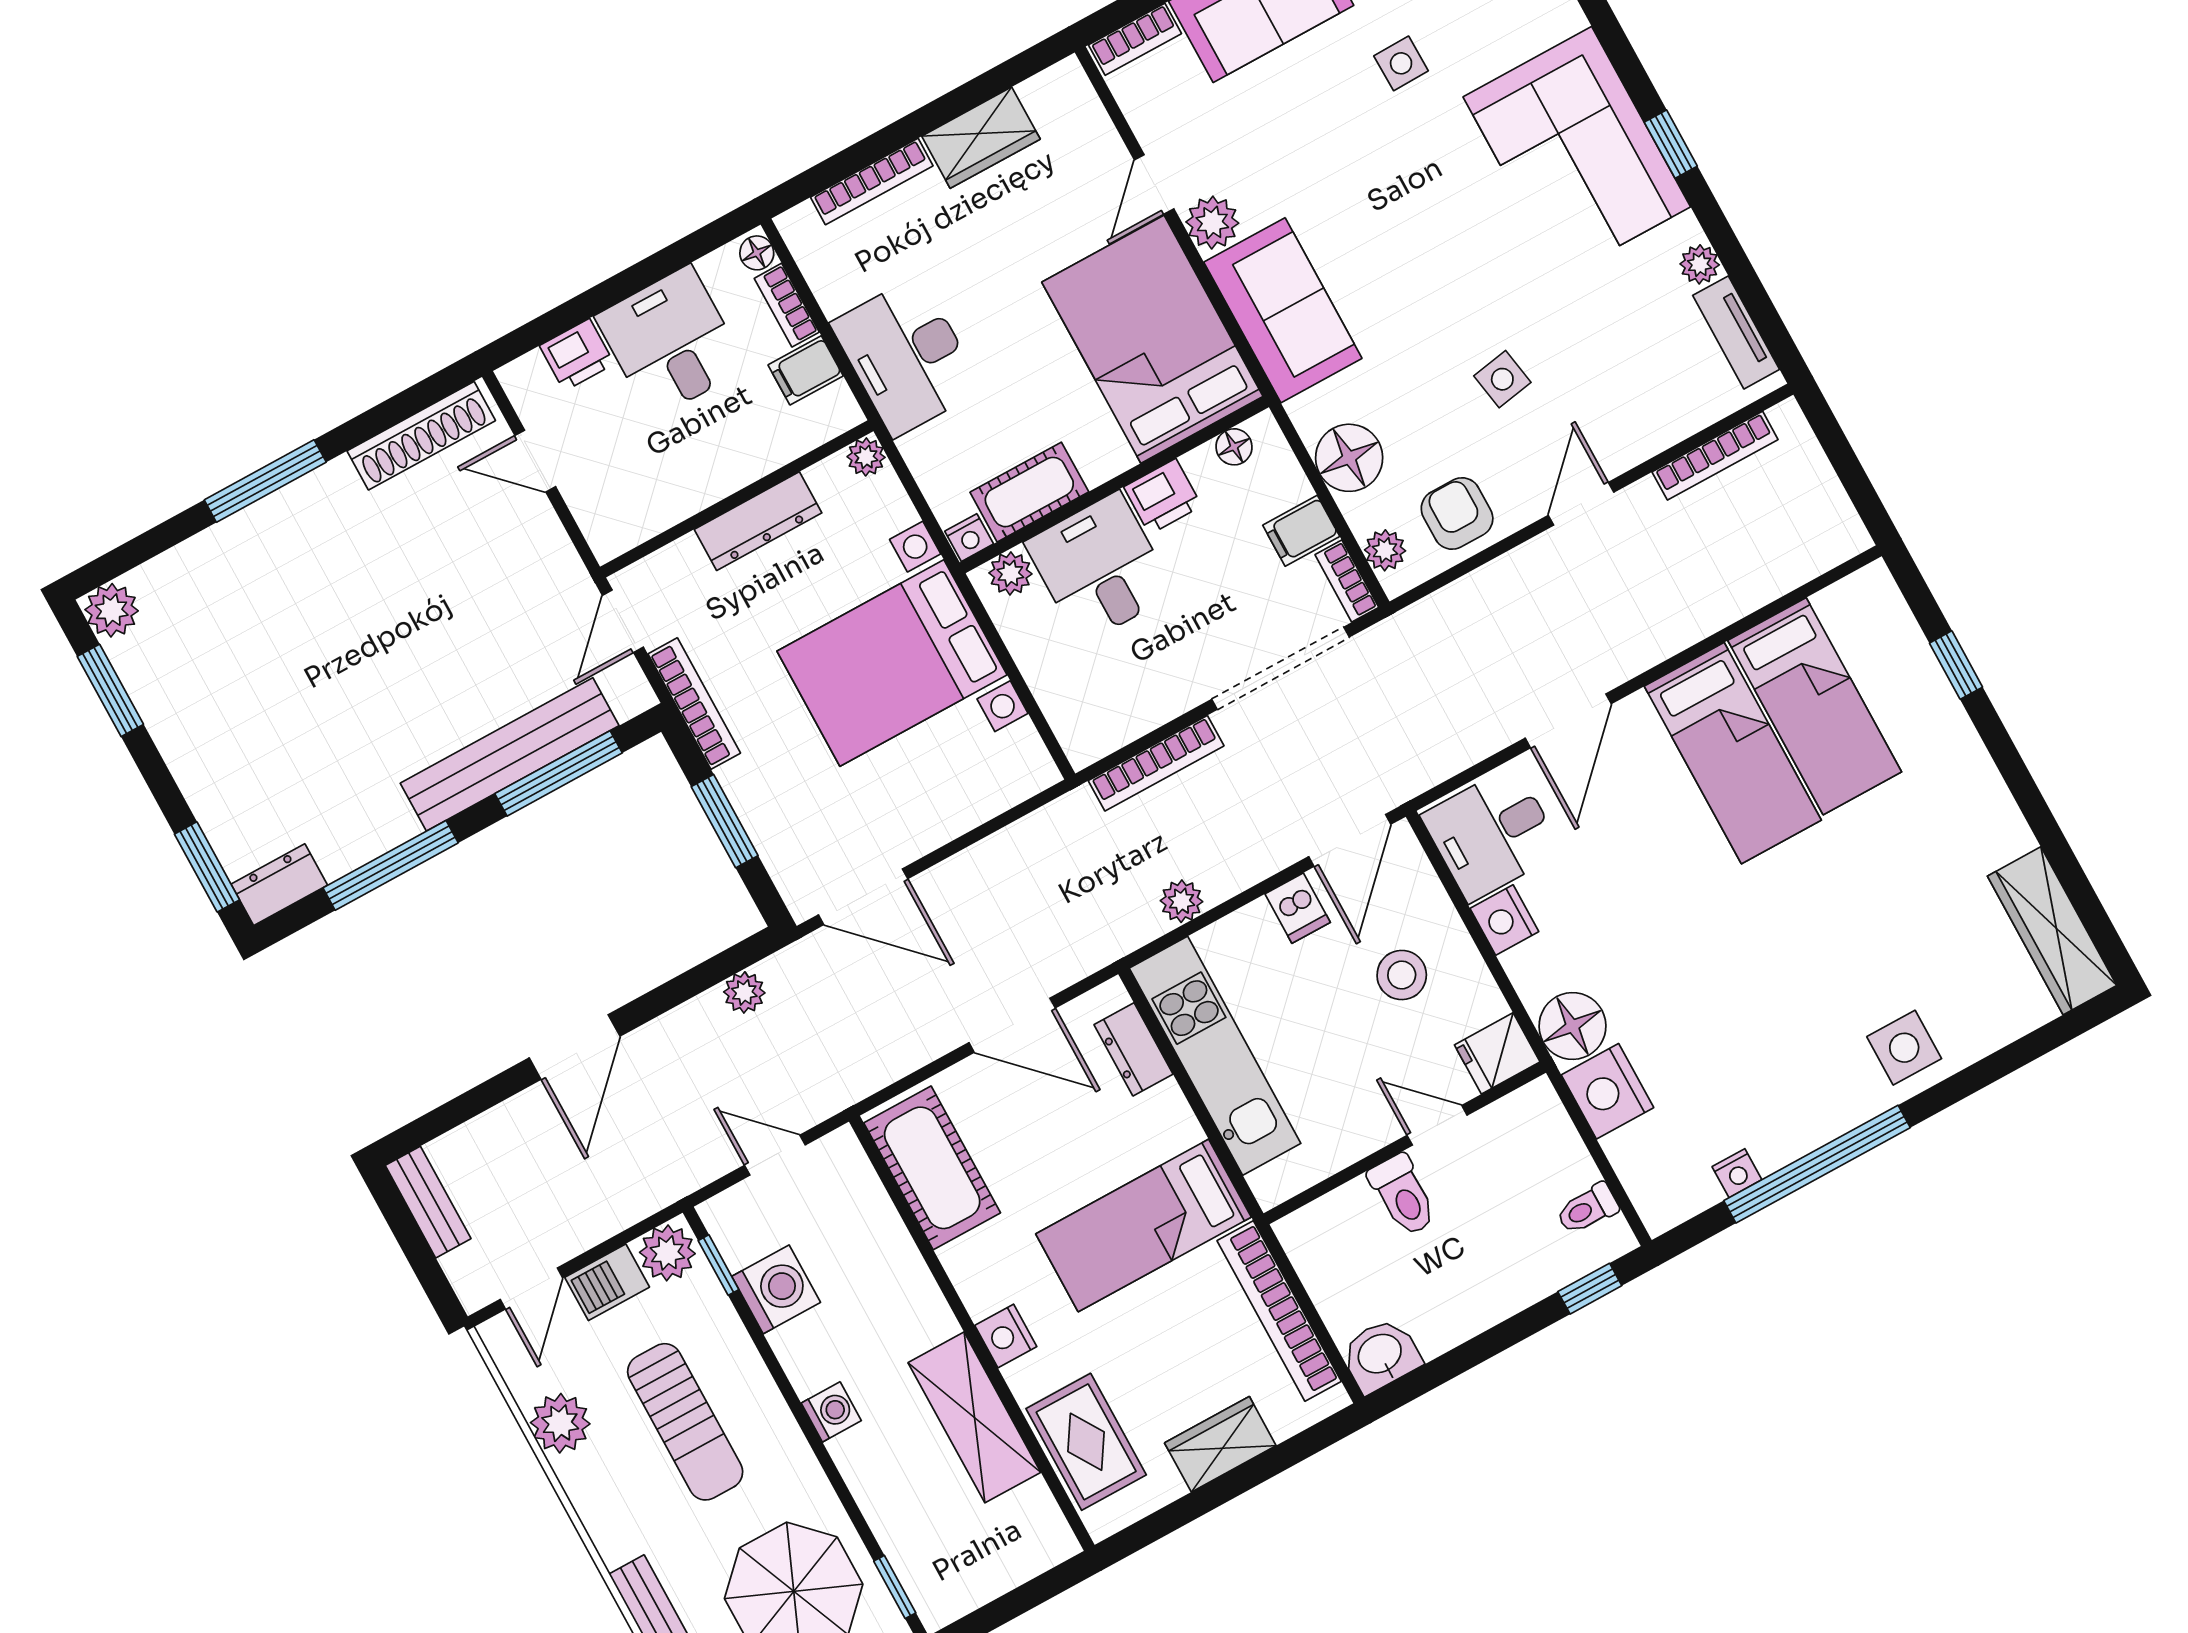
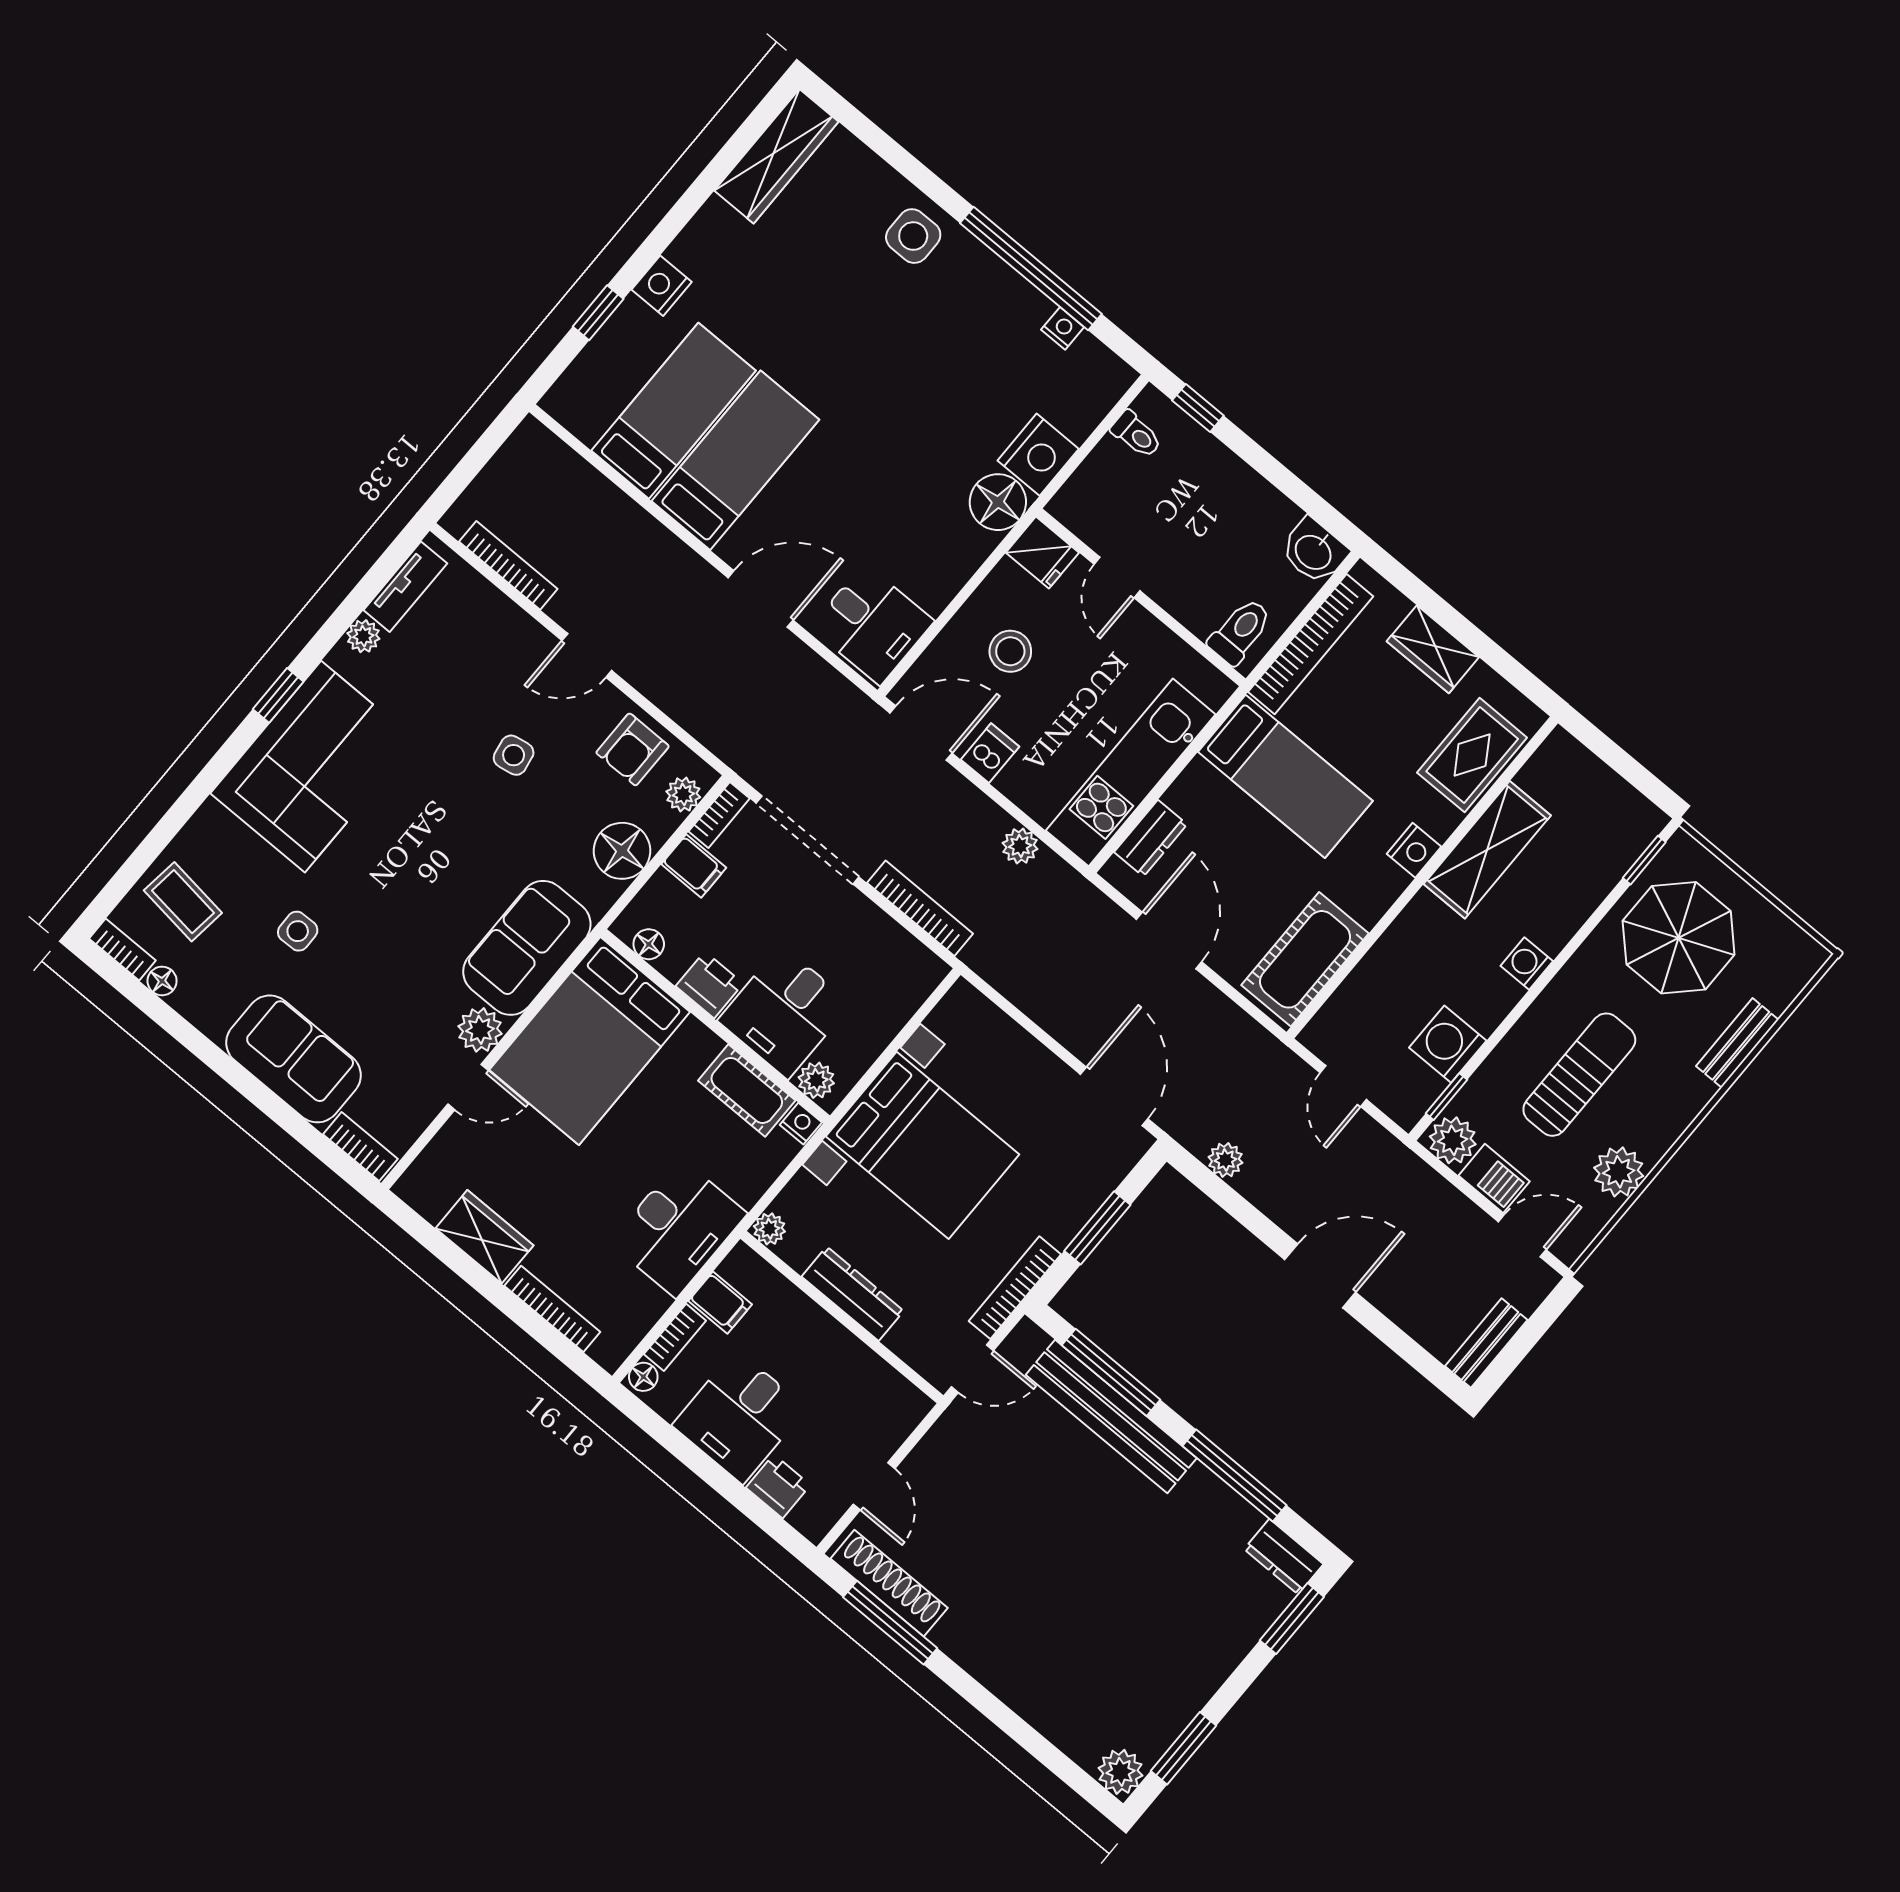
window: (265, 481) -> (890, 1623), moved
nightstand: (1504, 920) -> (662, 286), moved, turned 180
toilet: (1403, 1195) -> (1240, 631), moved

